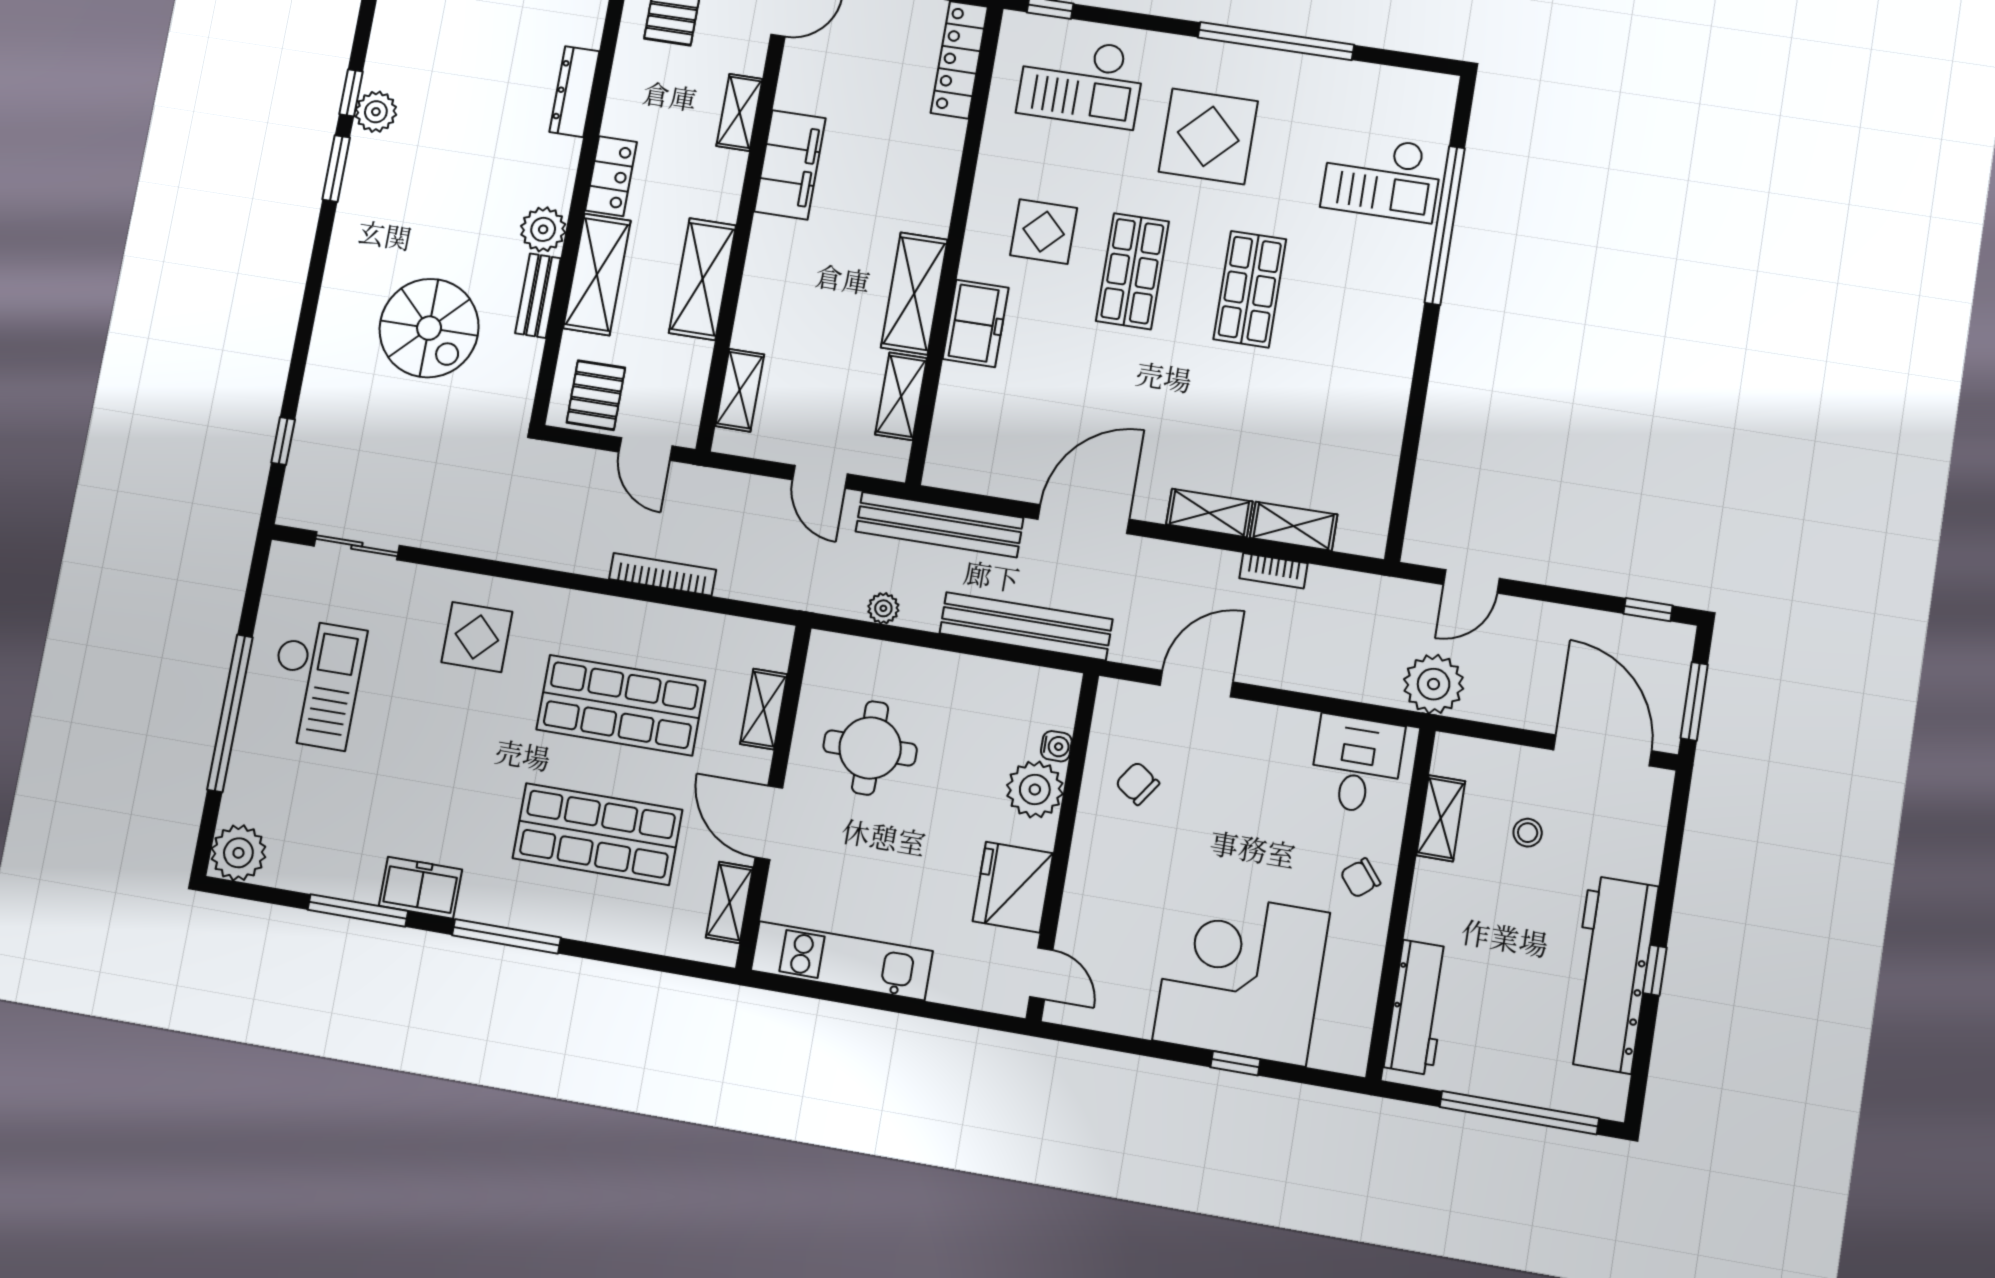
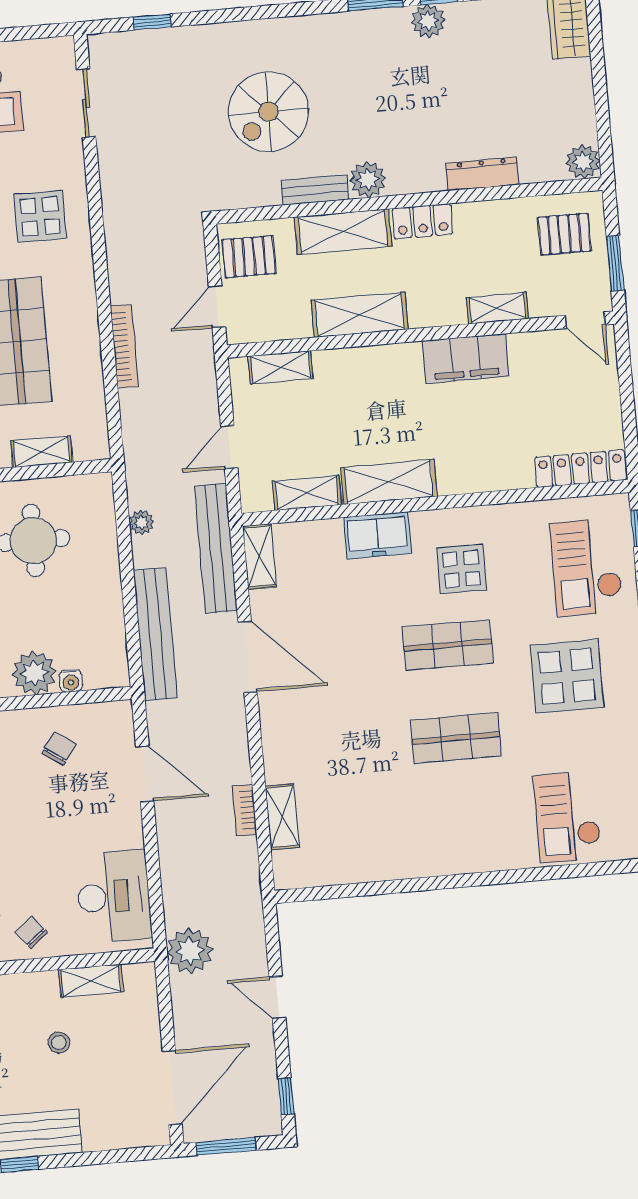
window: (1445, 225) -> (542, 874), removed
shelving: (1209, 513) -> (259, 556), moved
door: (1471, 581) -> (277, 997), moved
desk: (1357, 765) -> (114, 896), width x1.37
stool: (1528, 833) -> (59, 1043), moved

